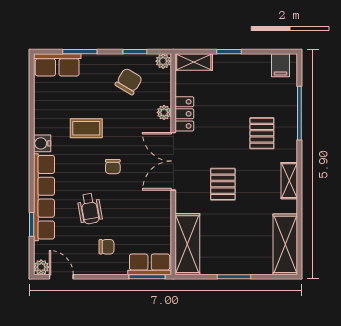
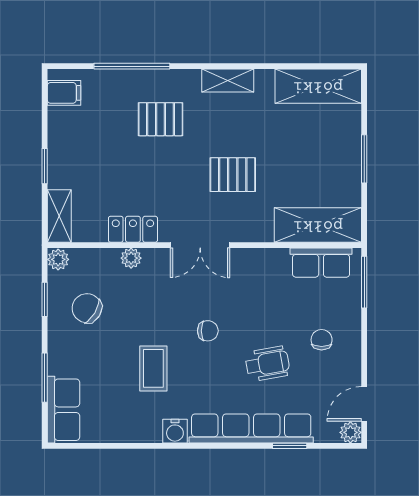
double door: (173, 161) -> (200, 245), width x0.73
row of seats: (150, 264) -> (321, 263), moved, turned -90

